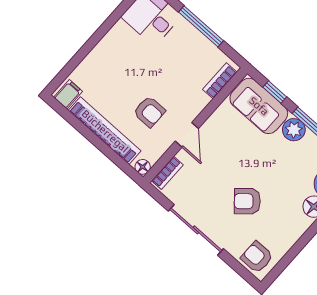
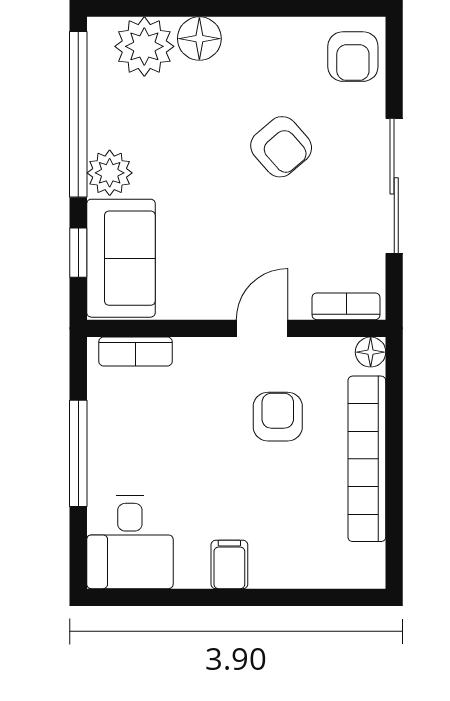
filing cabinet: (68, 94) -> (229, 564), moved, turned 90

